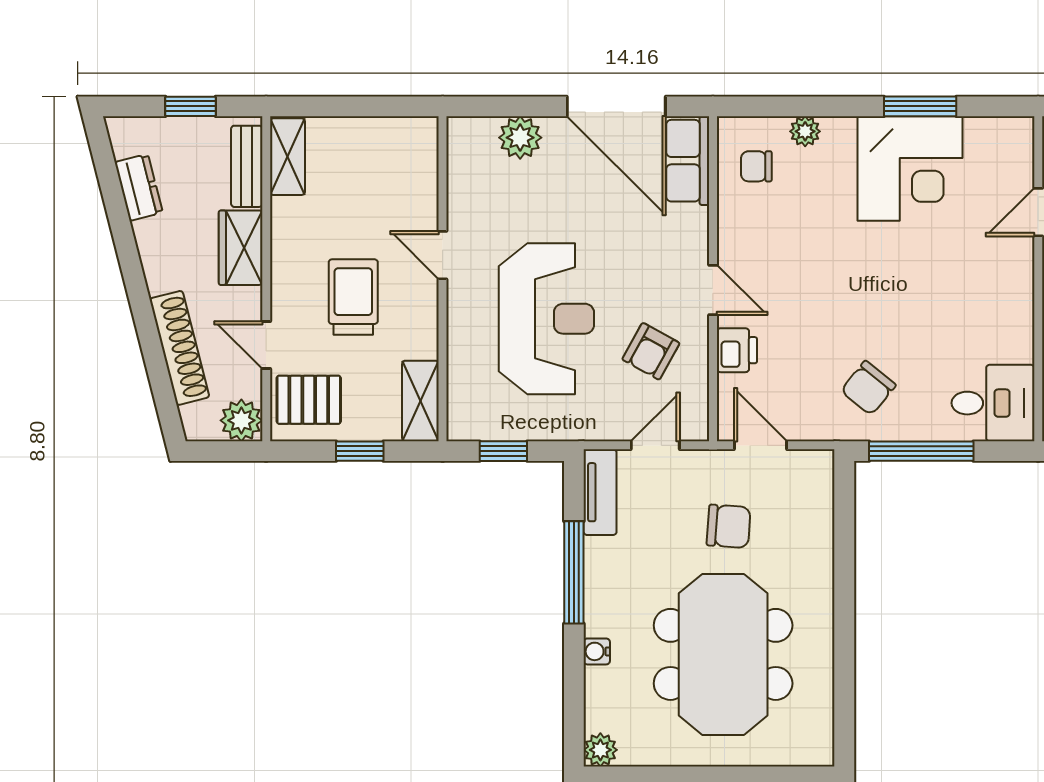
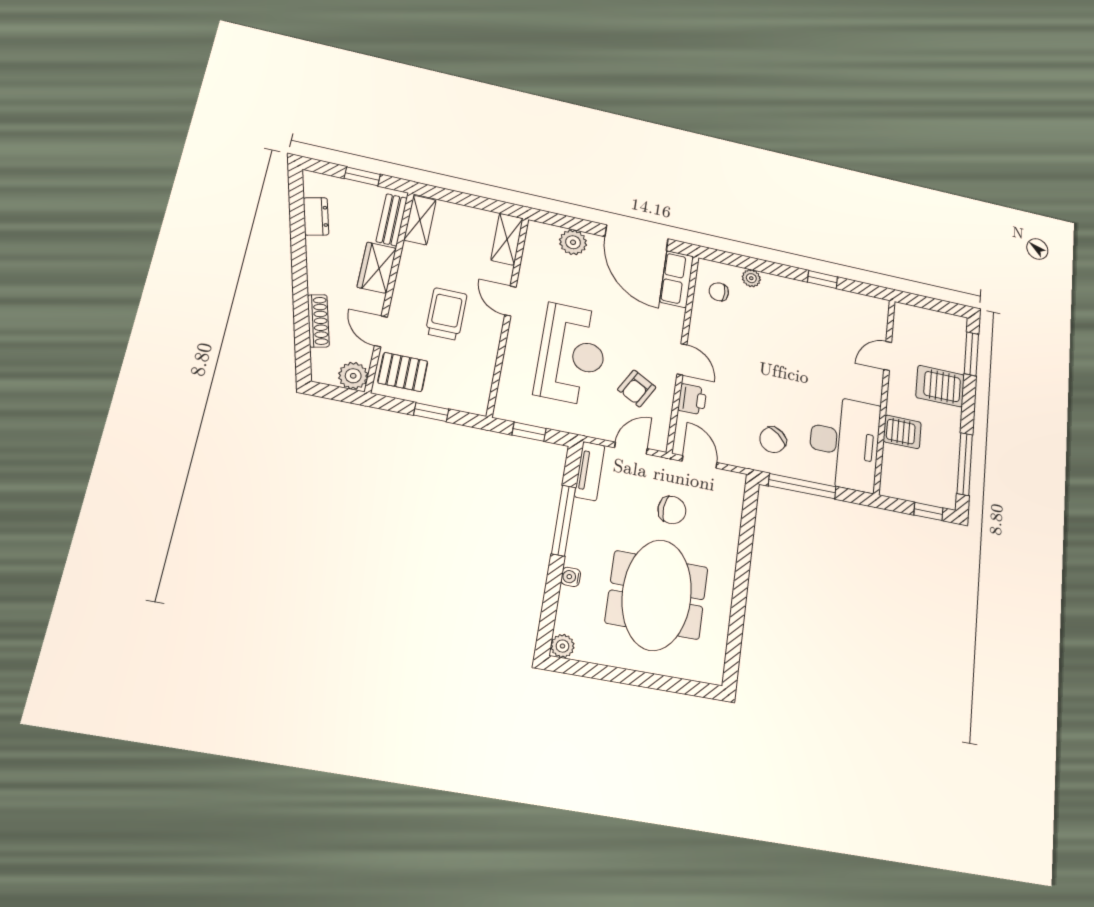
window: (920, 106) -> (822, 279), width x0.67
corner desk: (910, 168) -> (813, 314), removed
shoe rack: (179, 348) -> (318, 321), width x0.74, depth x0.81
shelving: (420, 401) -> (507, 239), moved
desk: (993, 403) -> (844, 443), width x1.87, depth x1.30

